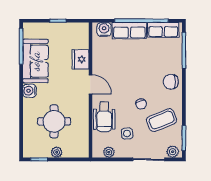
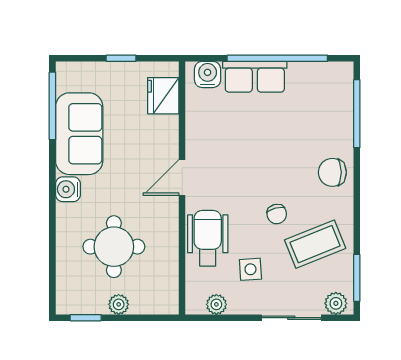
row of seats: (163, 30) -> (318, 75), removed
fridge: (80, 59) -> (163, 96), moved
door: (90, 84) -> (182, 177), swing flipped
wheelchair: (104, 117) -> (208, 238), turned 180

